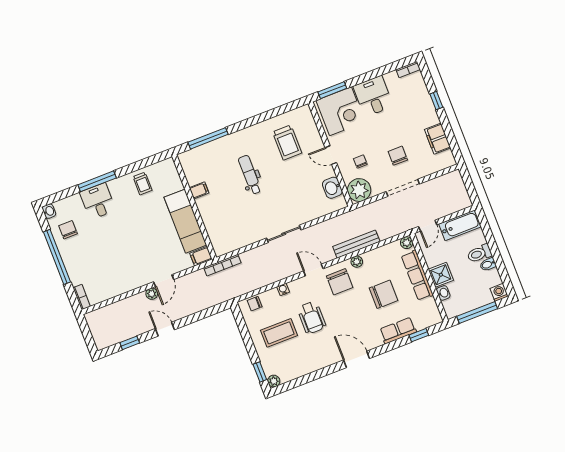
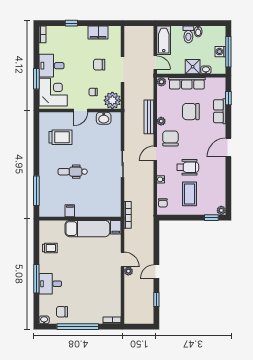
window: (332, 90) -> (36, 79), moved
chair: (340, 282) -> (170, 138), turned -90
washing machine: (499, 292) -> (220, 52), moved
chair: (383, 294) -> (191, 112), turned -90

